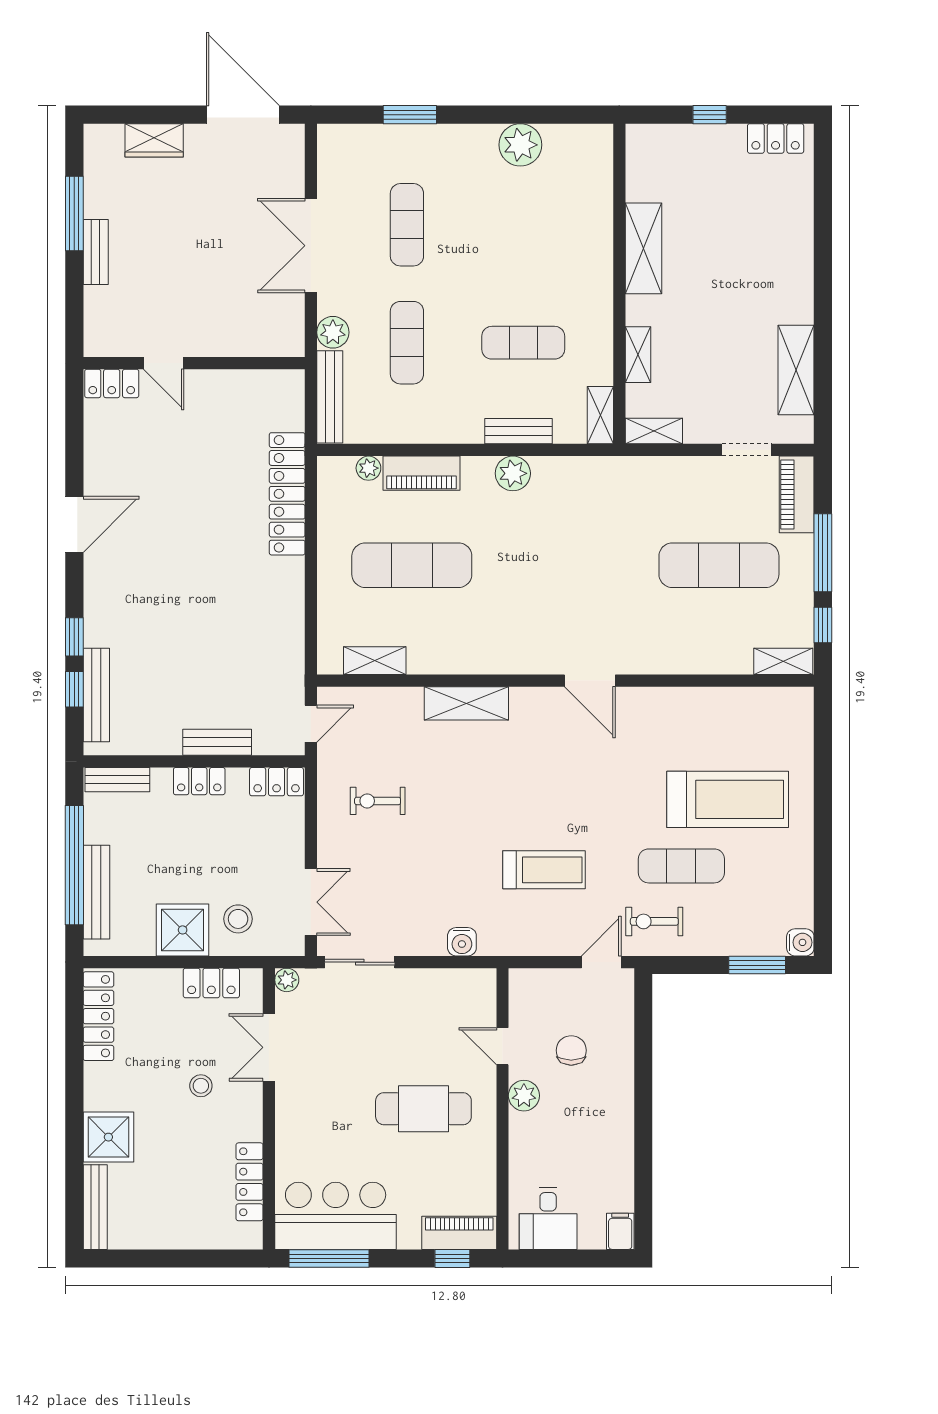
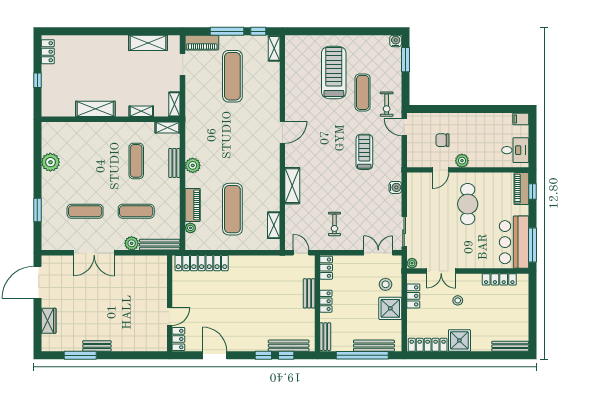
door: (164, 363) -> (170, 317), moved
wall: (194, 363) -> (170, 303), moved
locker: (112, 383) -> (178, 339), moved
shower: (108, 1137) -> (459, 340), moved

